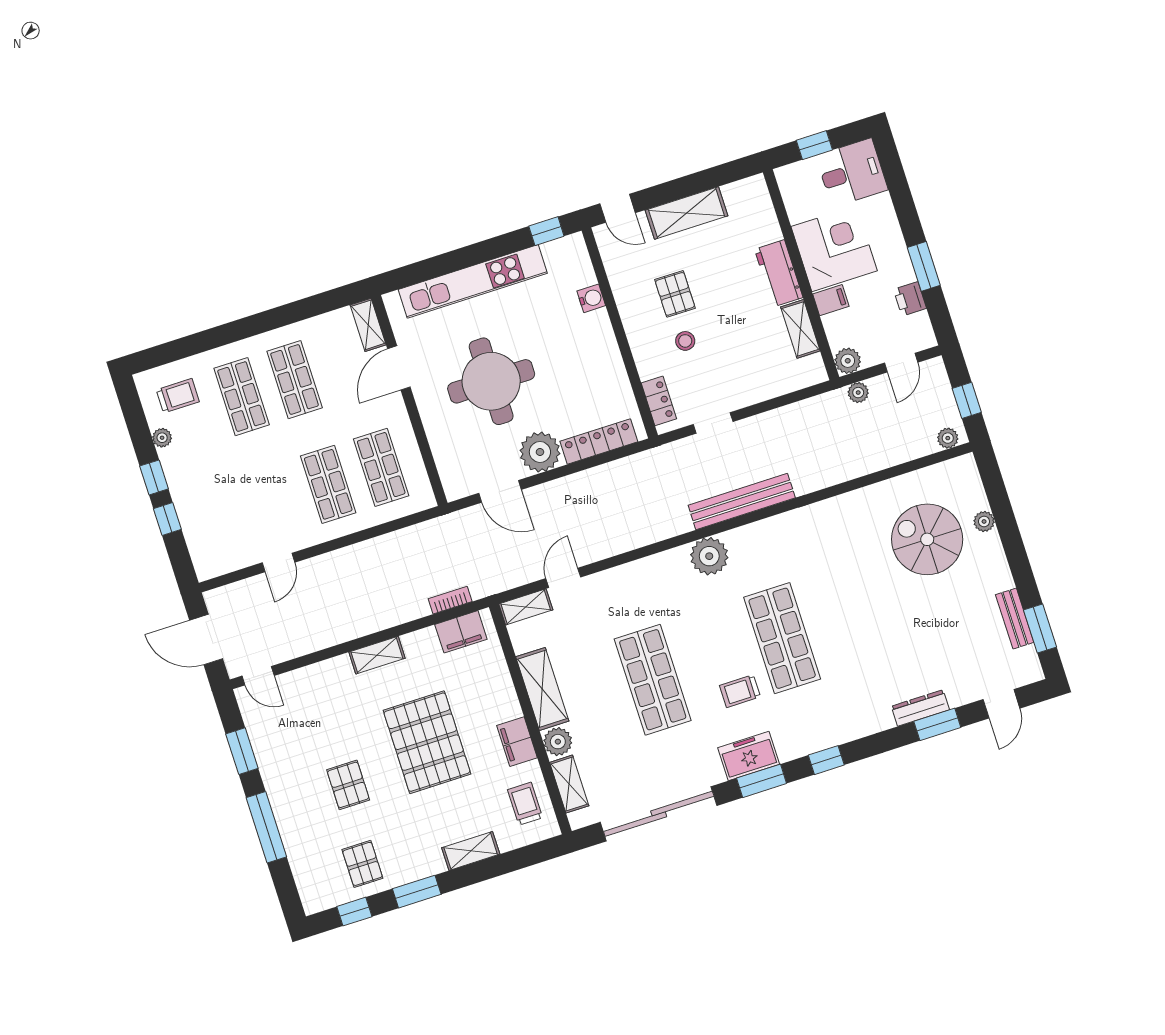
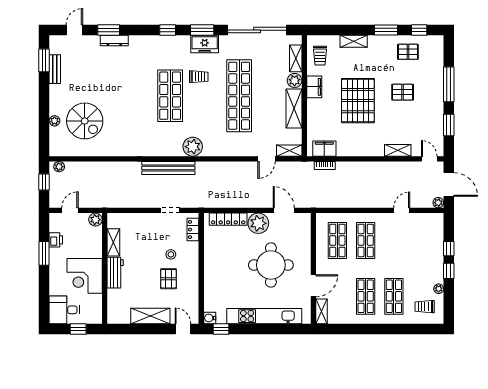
water cooler: (591, 298) -> (210, 318), moved
filing cabinet: (831, 300) -> (94, 252), removed
plant: (858, 393) -> (438, 203), moved
shelving: (377, 655) -> (398, 150), moved
shop shelf: (653, 680) -> (239, 96), width x1.40
pallet: (348, 785) -> (403, 92), turned 90
pallet: (362, 864) -> (408, 52), turned 90

